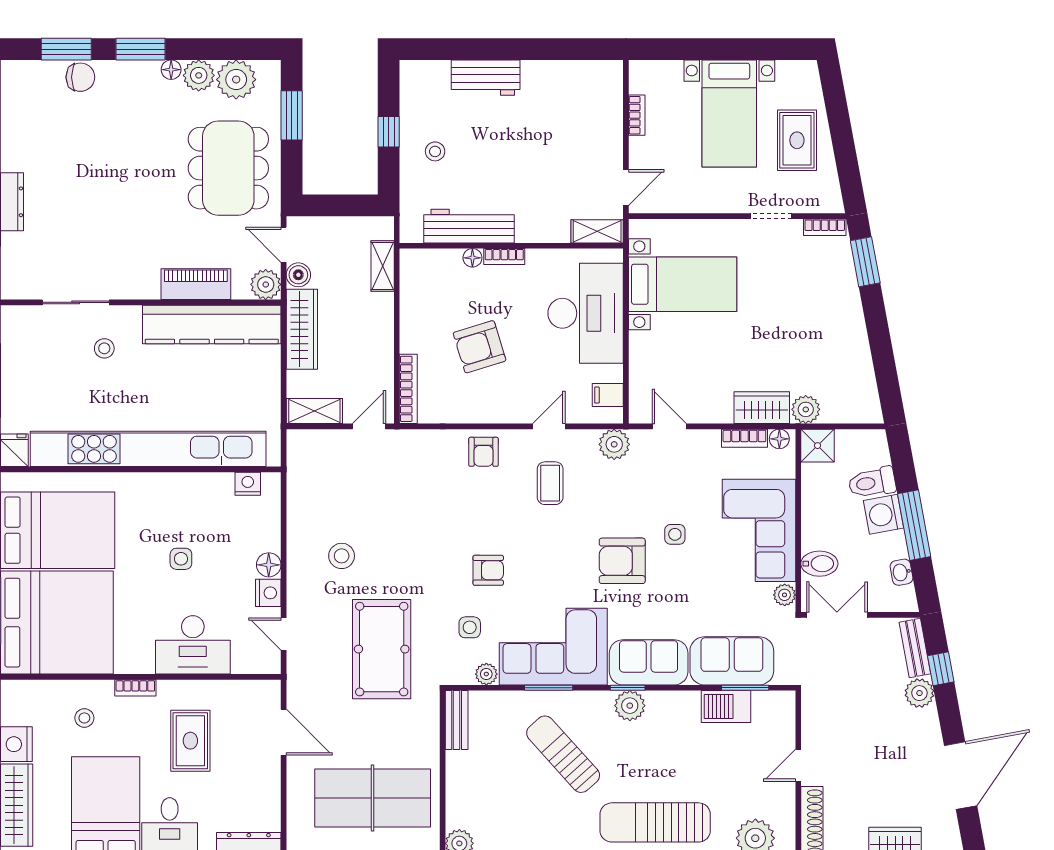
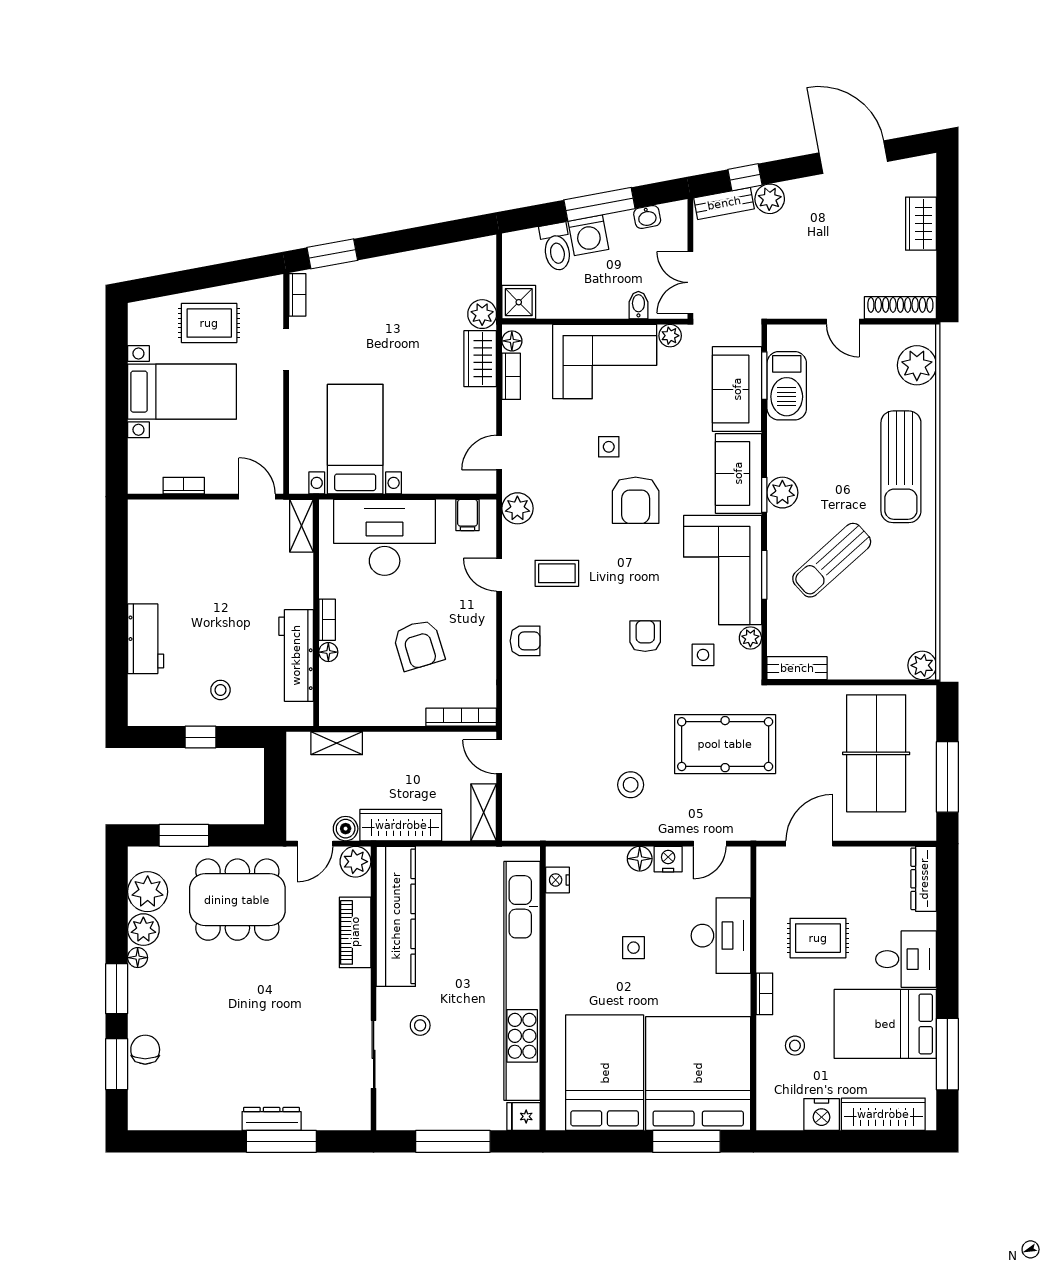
bidet: (819, 564) -> (638, 305), width x0.72, depth x0.74
barbecue: (726, 706) -> (787, 386), width x1.37, depth x1.21

